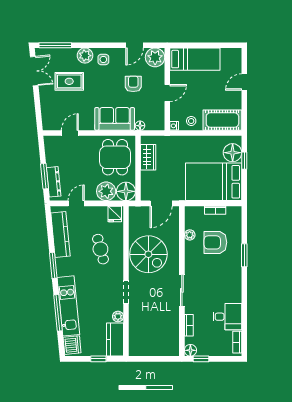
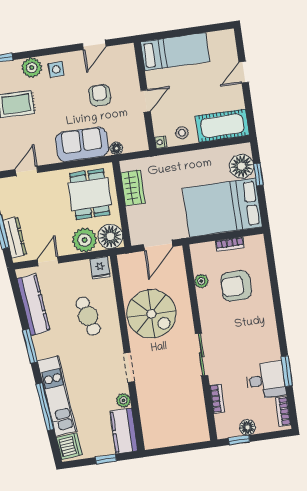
plant: (155, 57) -> (123, 57), removed
window: (244, 255) -> (287, 371), moved
floor lamp: (190, 350) -> (247, 427), moved

